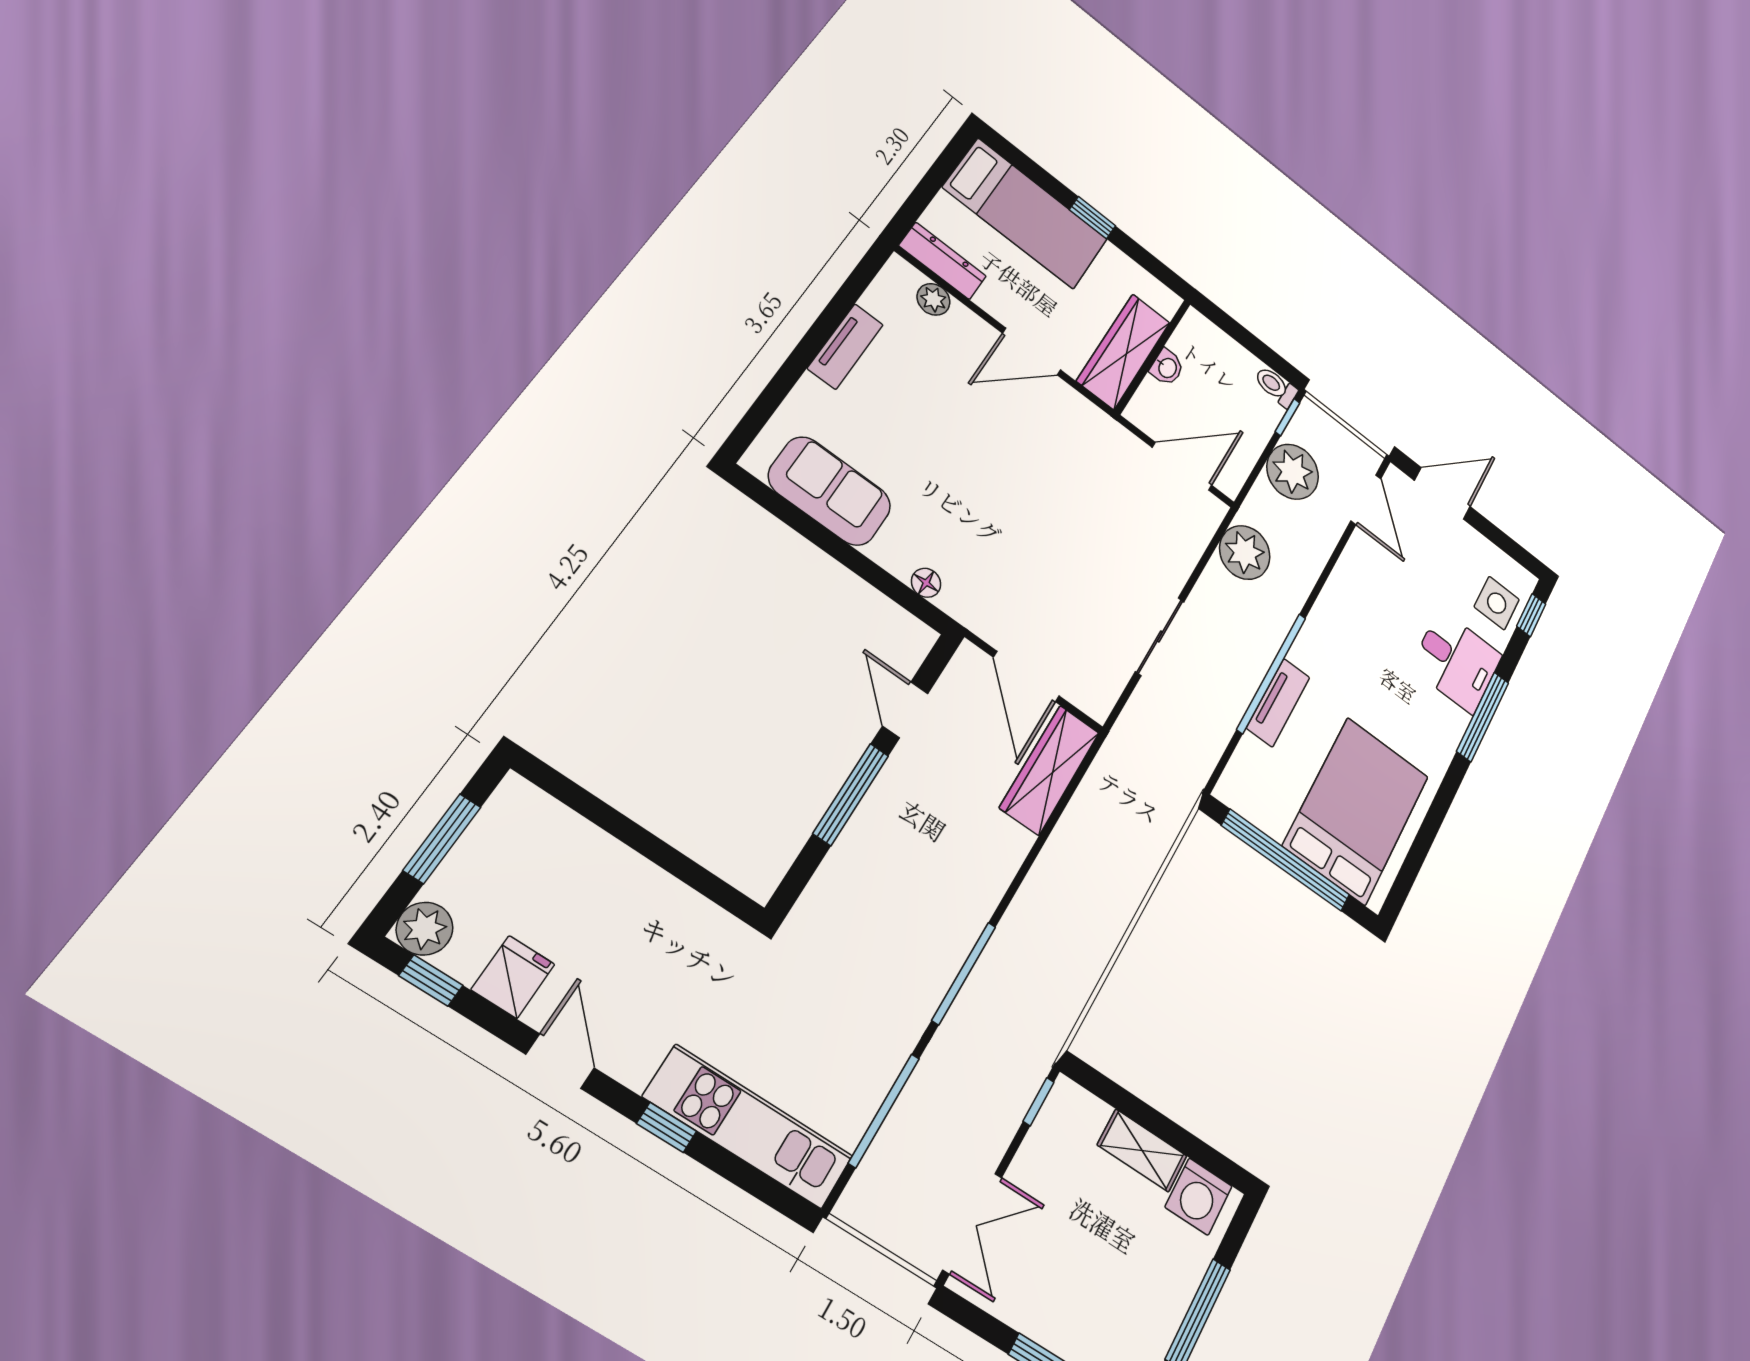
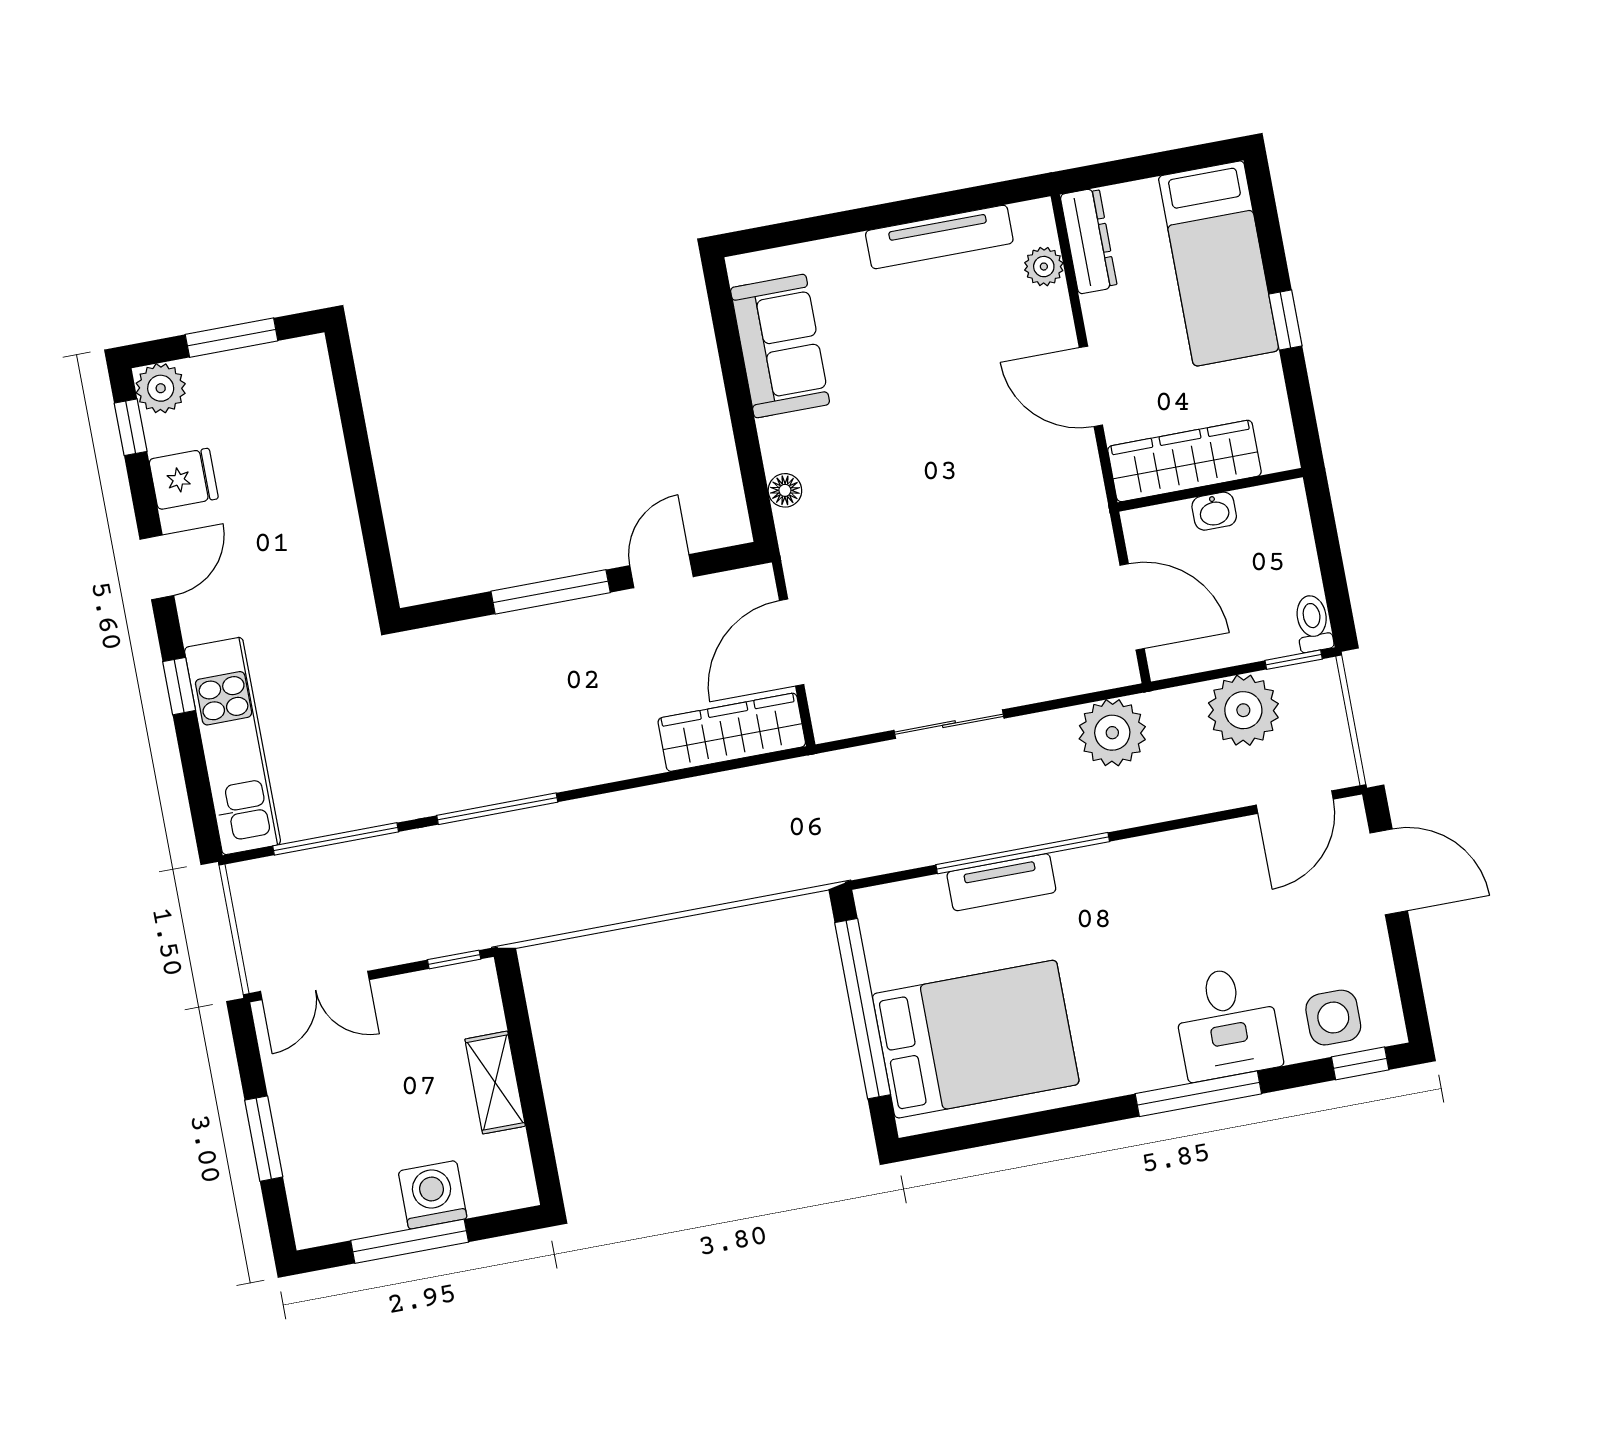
tv unit: (845, 346) -> (939, 237), width x1.41
washing machine: (1199, 1197) -> (433, 1195), moved, turned 90

